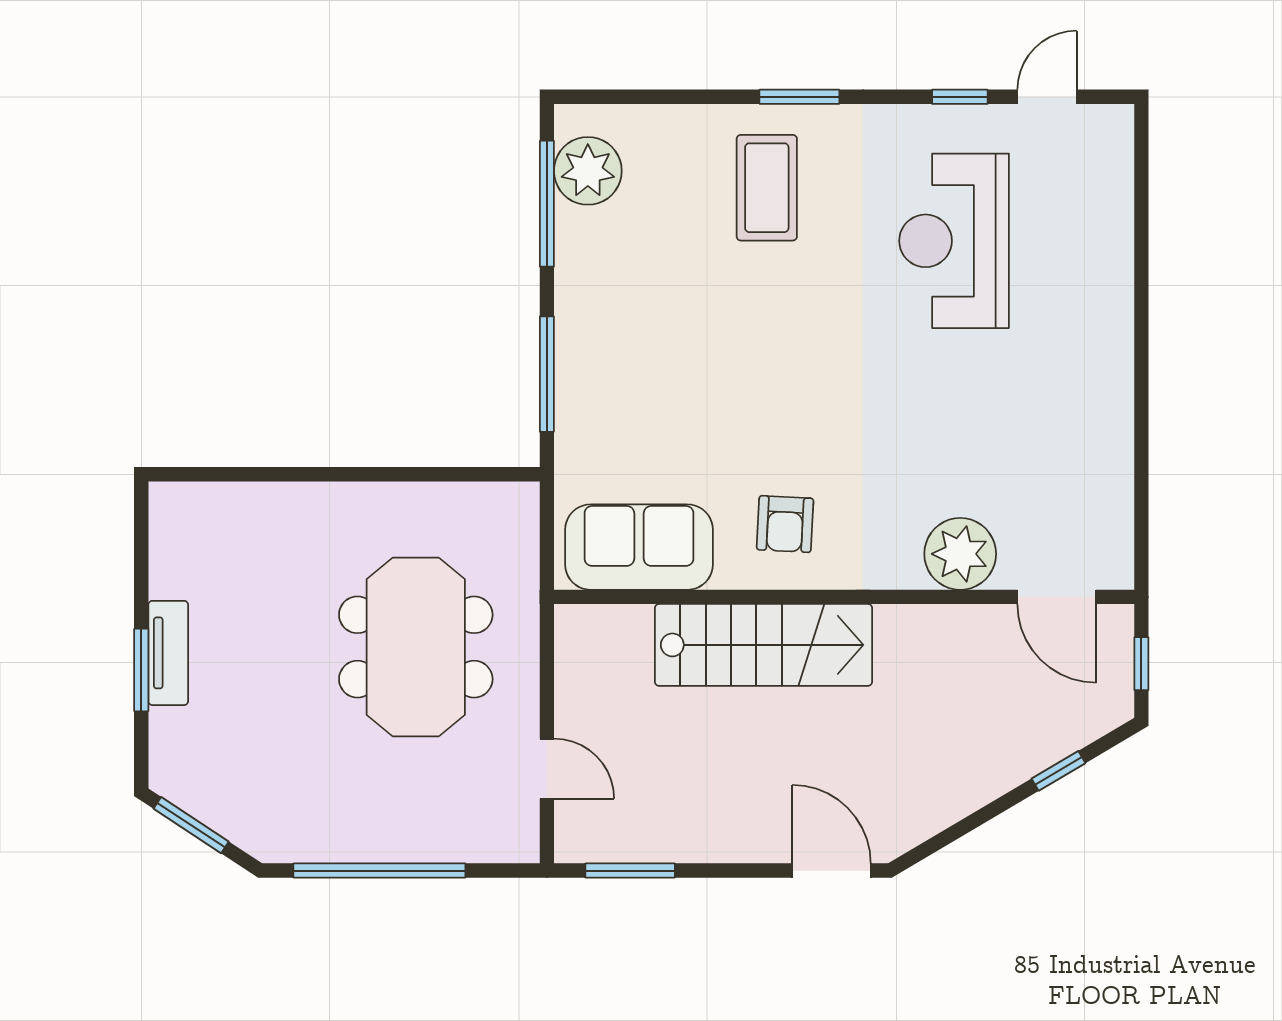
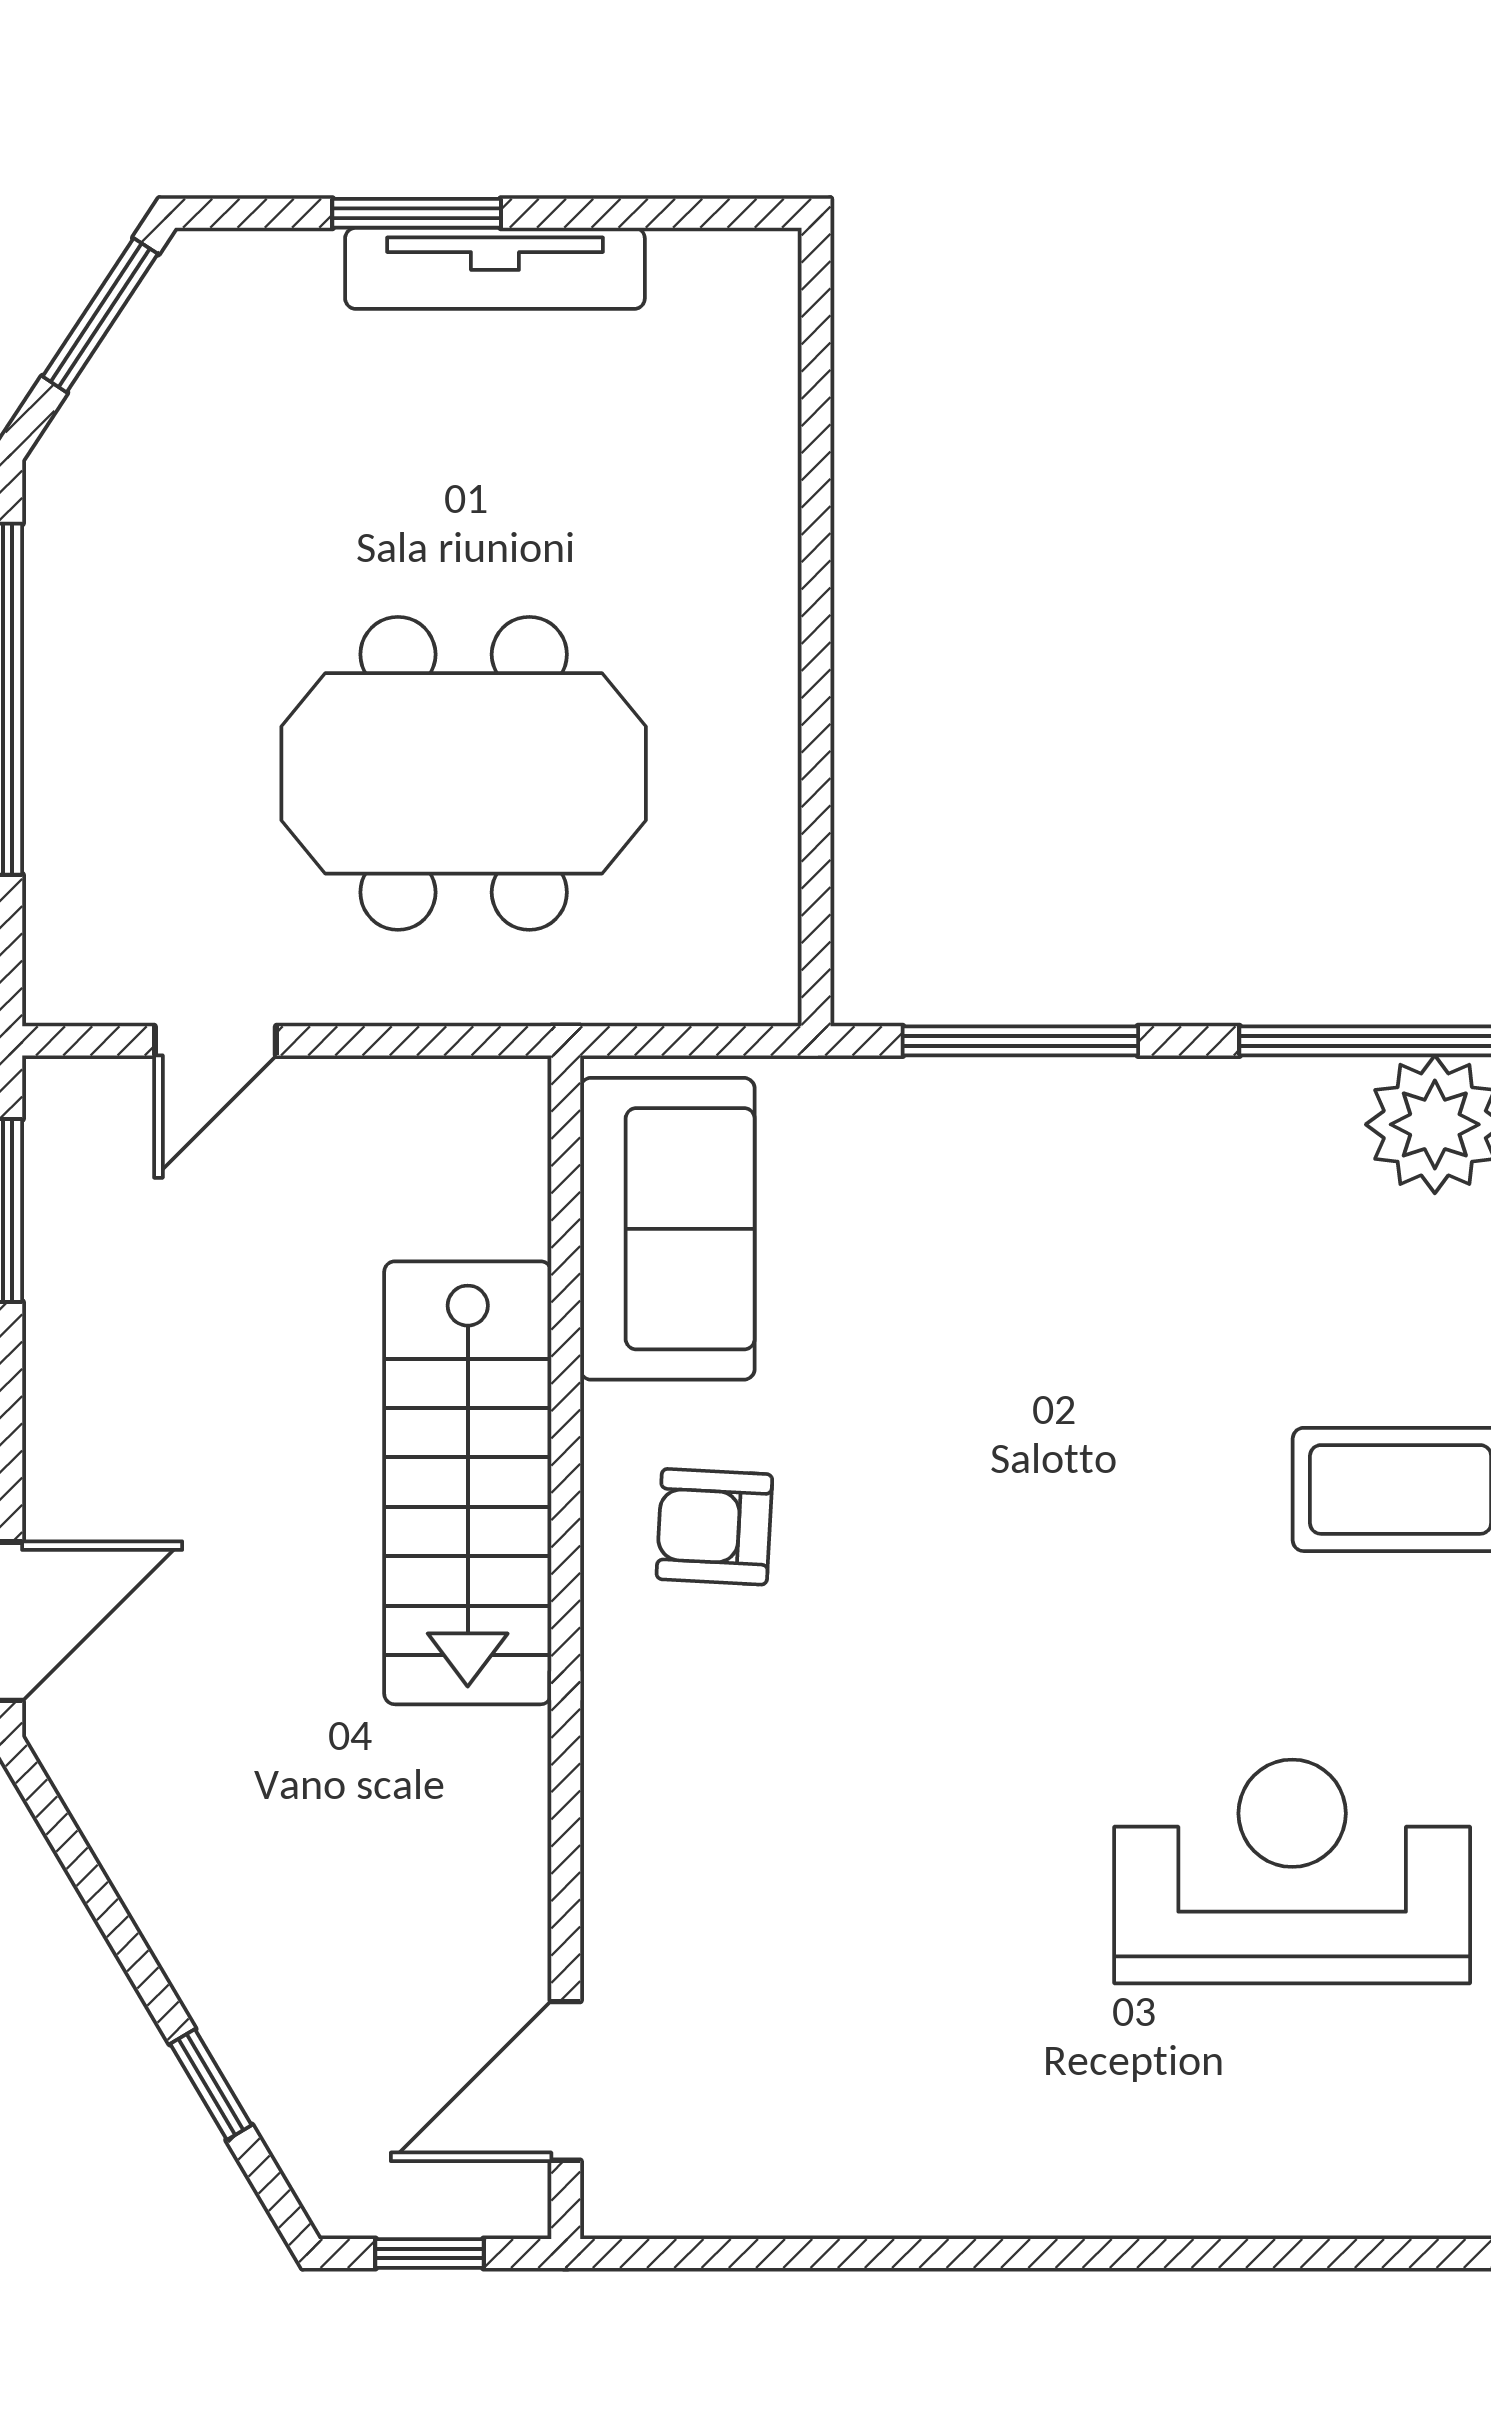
plant: (960, 554) -> (653, 1884), removed
tv unit: (168, 653) -> (495, 268), width x1.41

